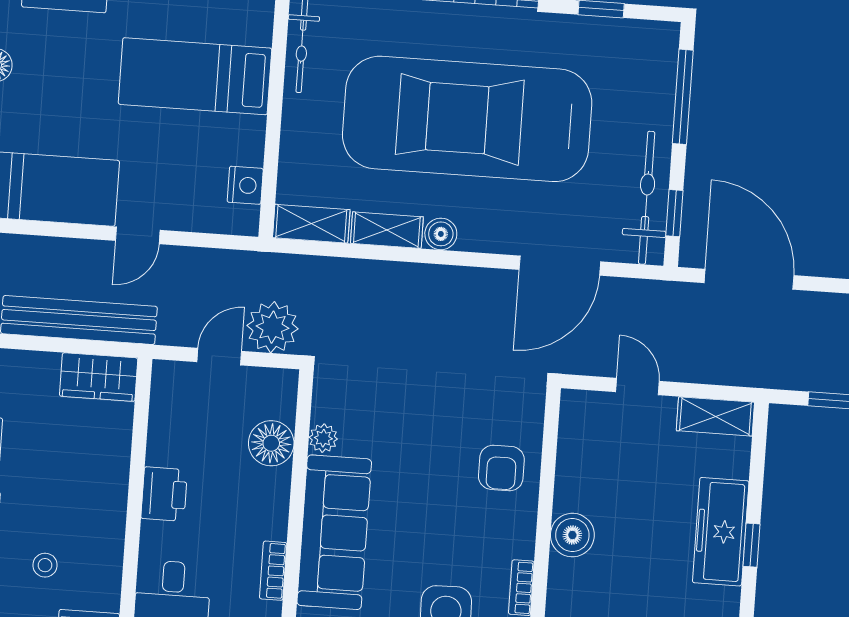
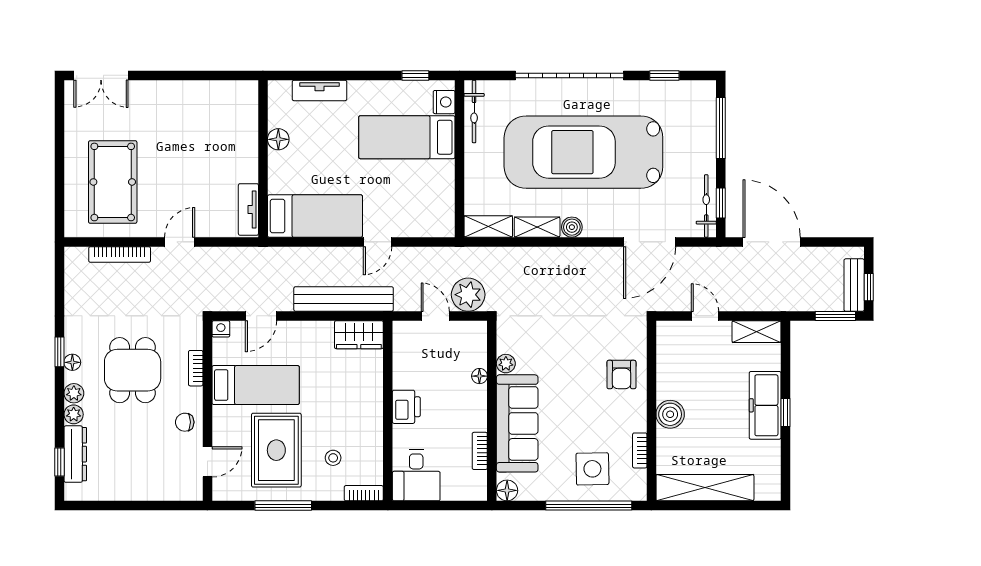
nightstand: (245, 185) -> (444, 102), moved
bicycle: (647, 198) -> (706, 206), width x0.73, depth x0.71
door: (219, 357) -> (435, 316), hinge flipped
floor lamp: (271, 443) -> (479, 376), width x0.53, depth x0.53

